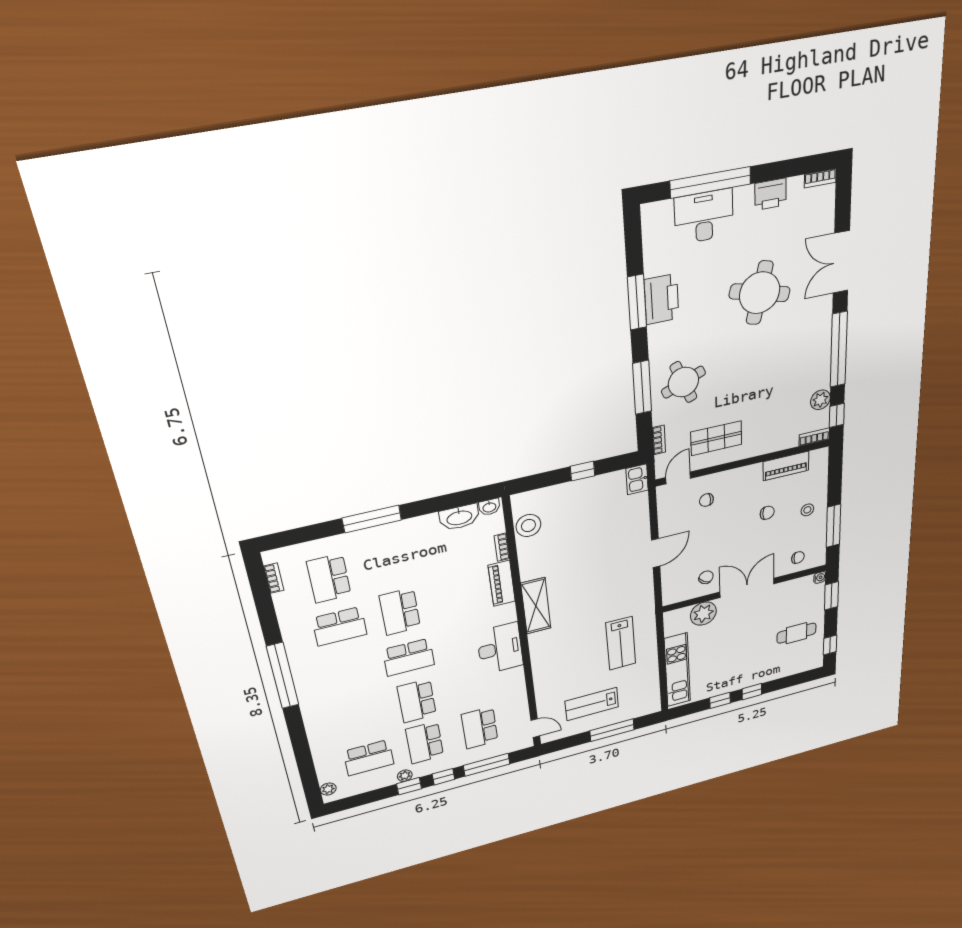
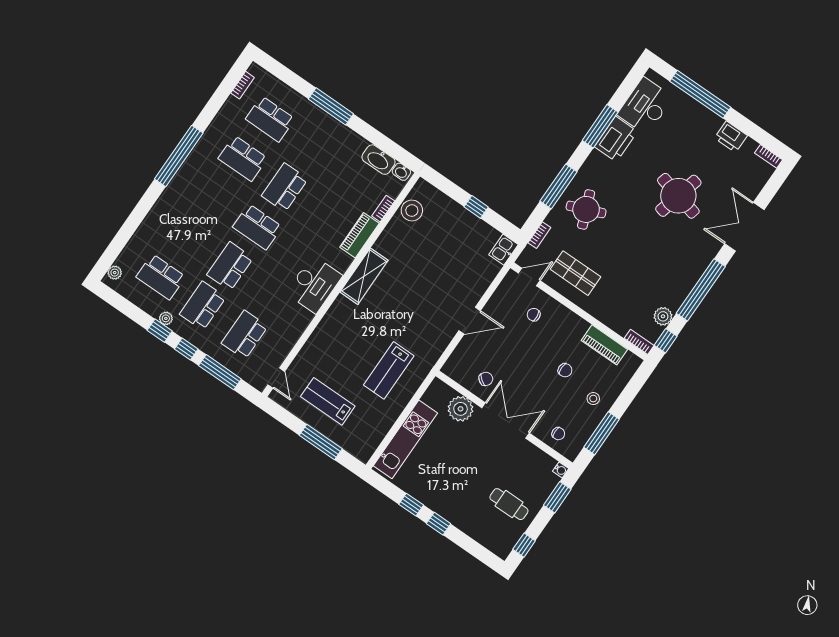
desk: (704, 217) -> (645, 106), moved, turned -90
school desk: (329, 578) -> (270, 119), turned -90

